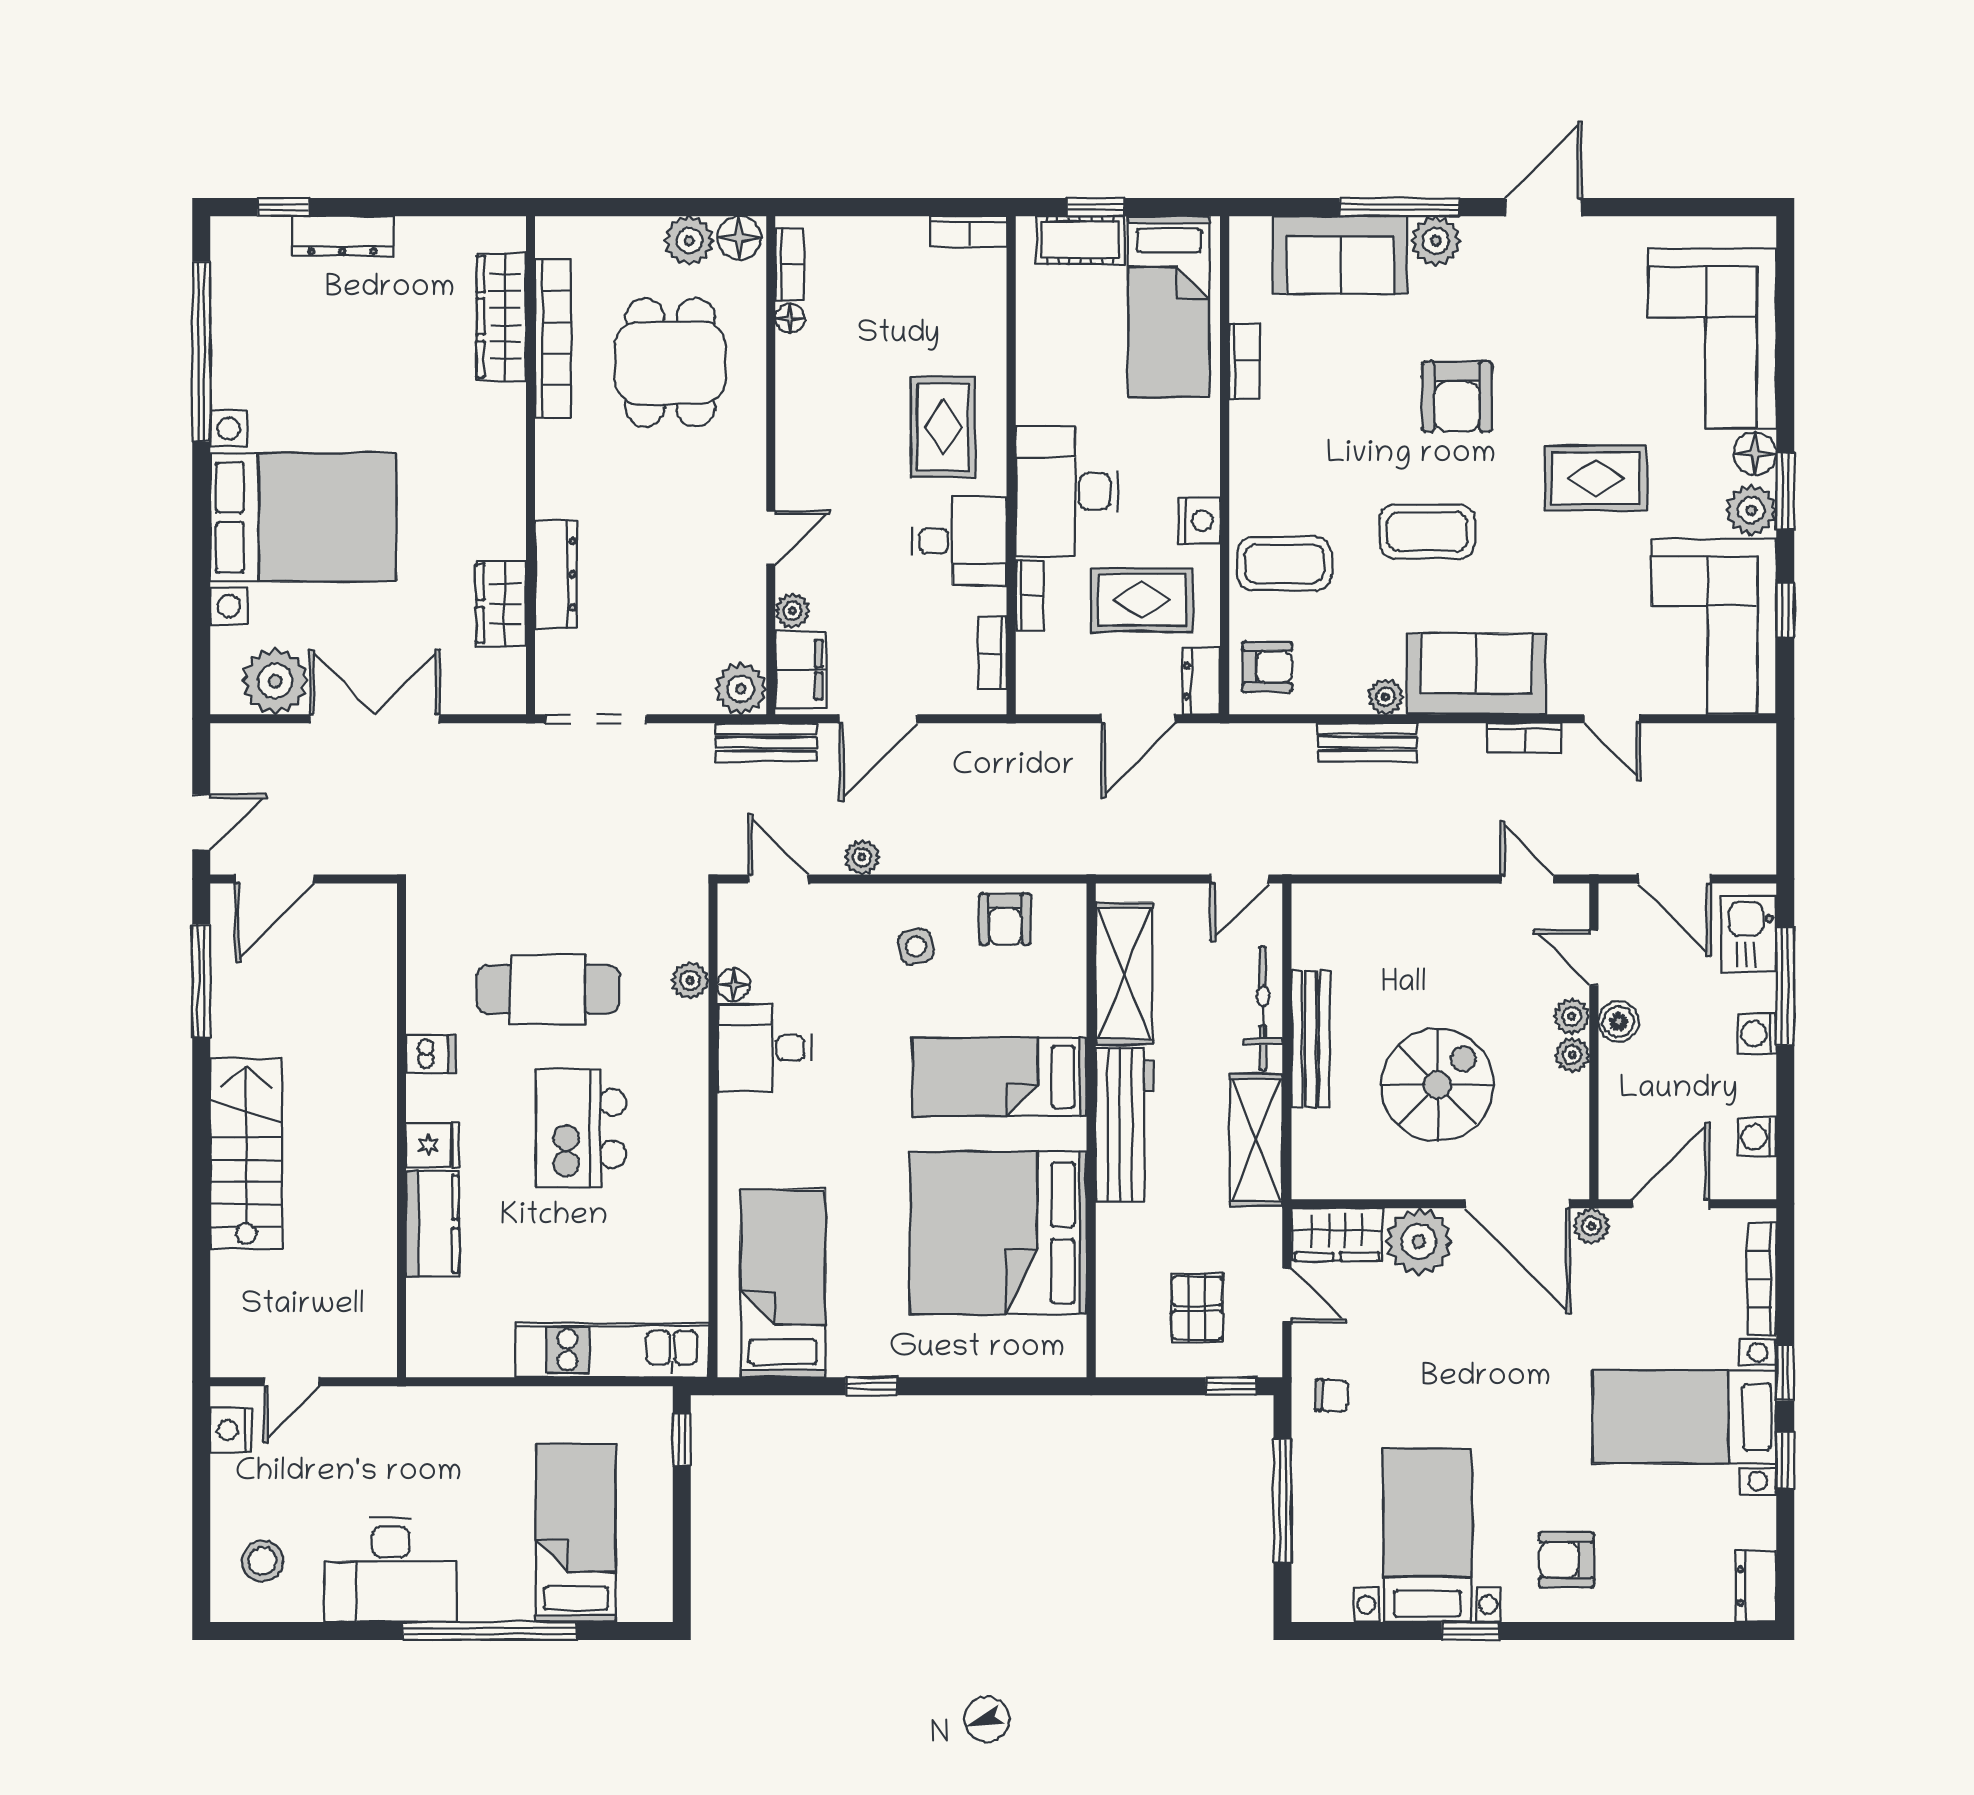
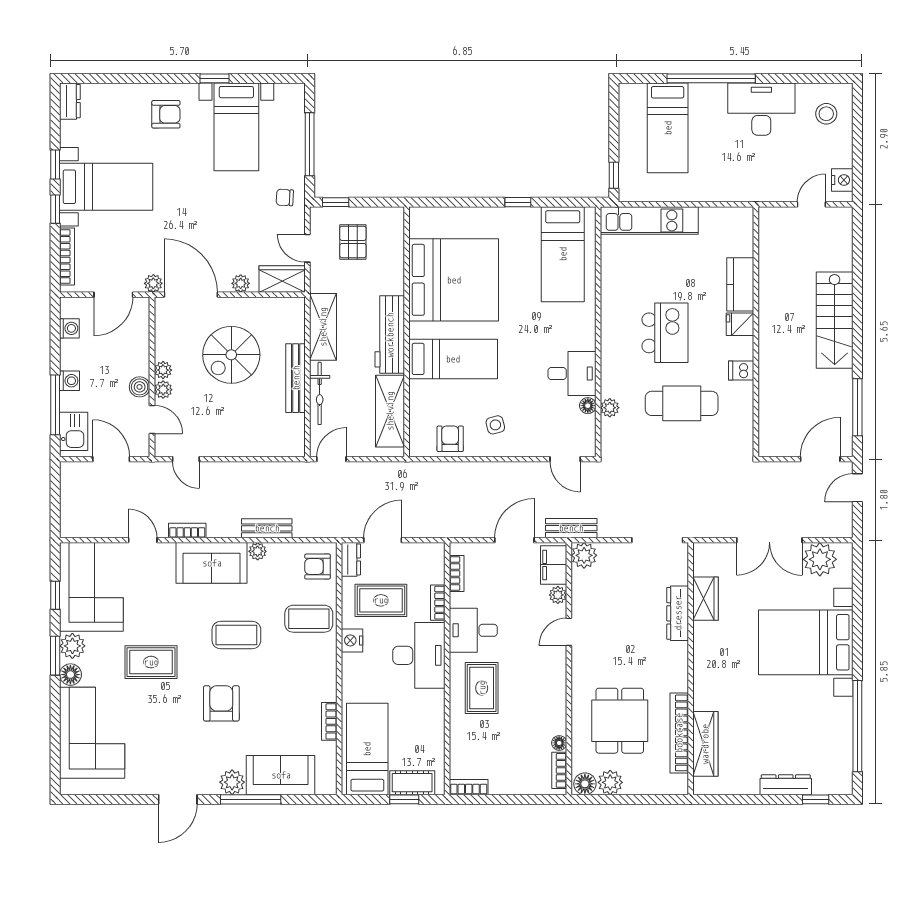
plant: (862, 857) -> (523, 470), removed
plant: (1419, 1241) -> (241, 283), width x0.53, depth x0.53

